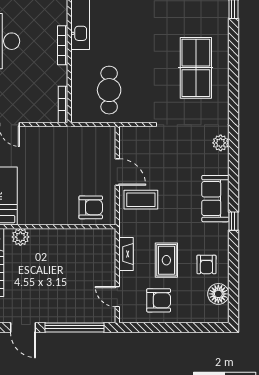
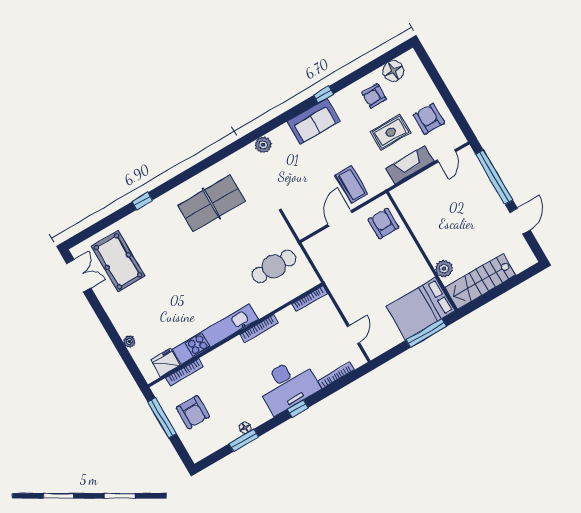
fireplace: (126, 254) -> (410, 165), width x1.37, depth x1.32
armchair: (206, 264) -> (374, 96), turned 180

